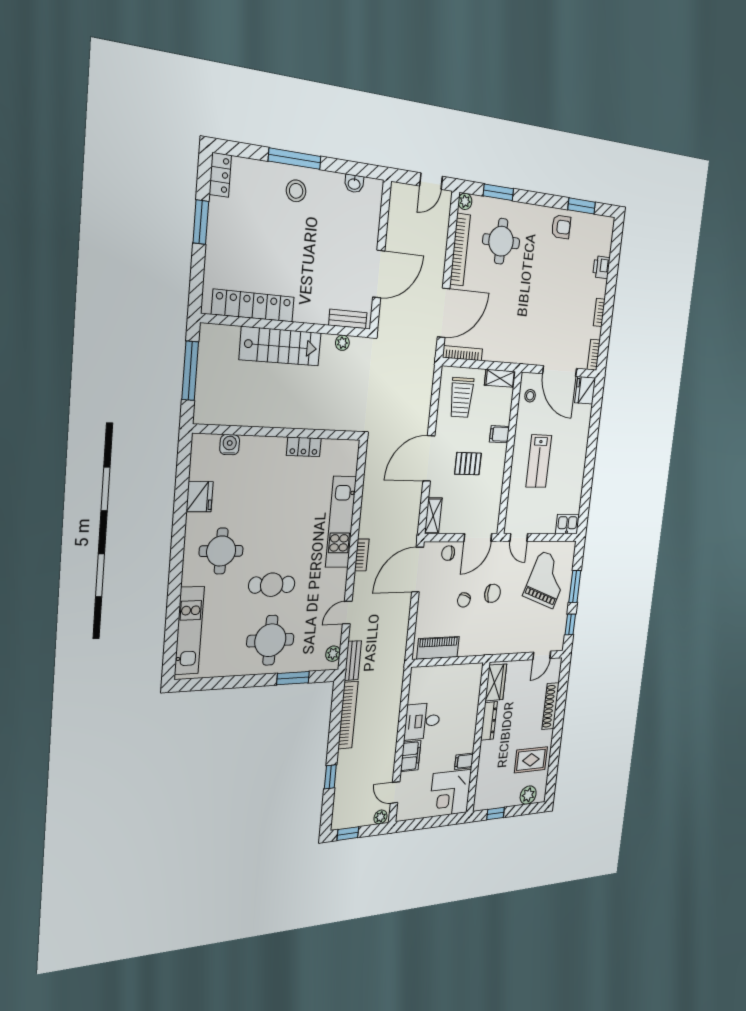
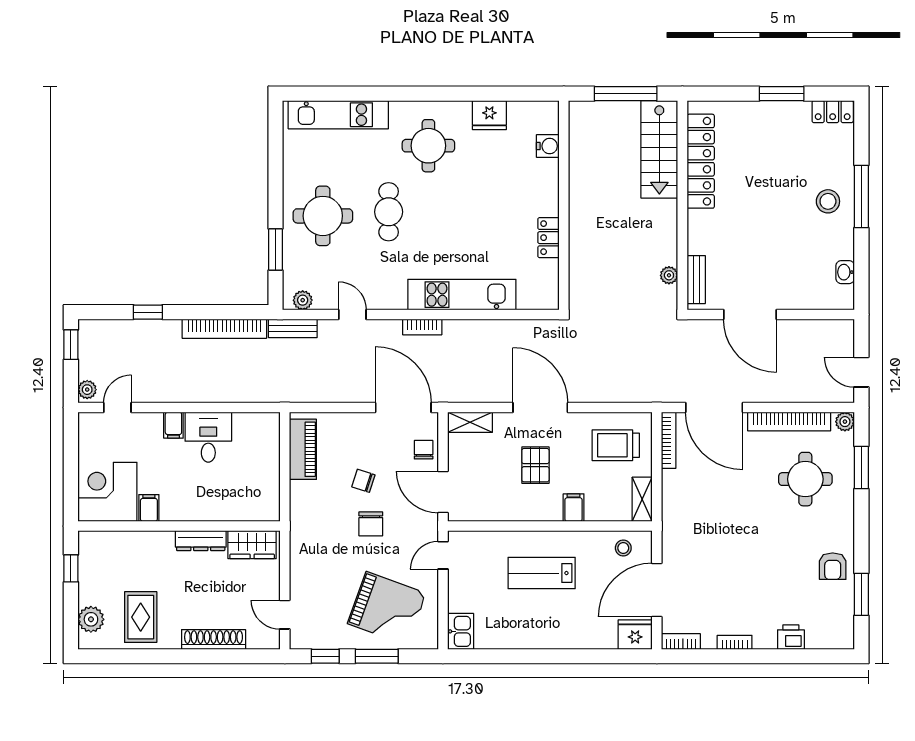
stairs: (280, 346) -> (659, 149), moved
filing cabinet: (411, 756) -> (173, 425), width x0.50

